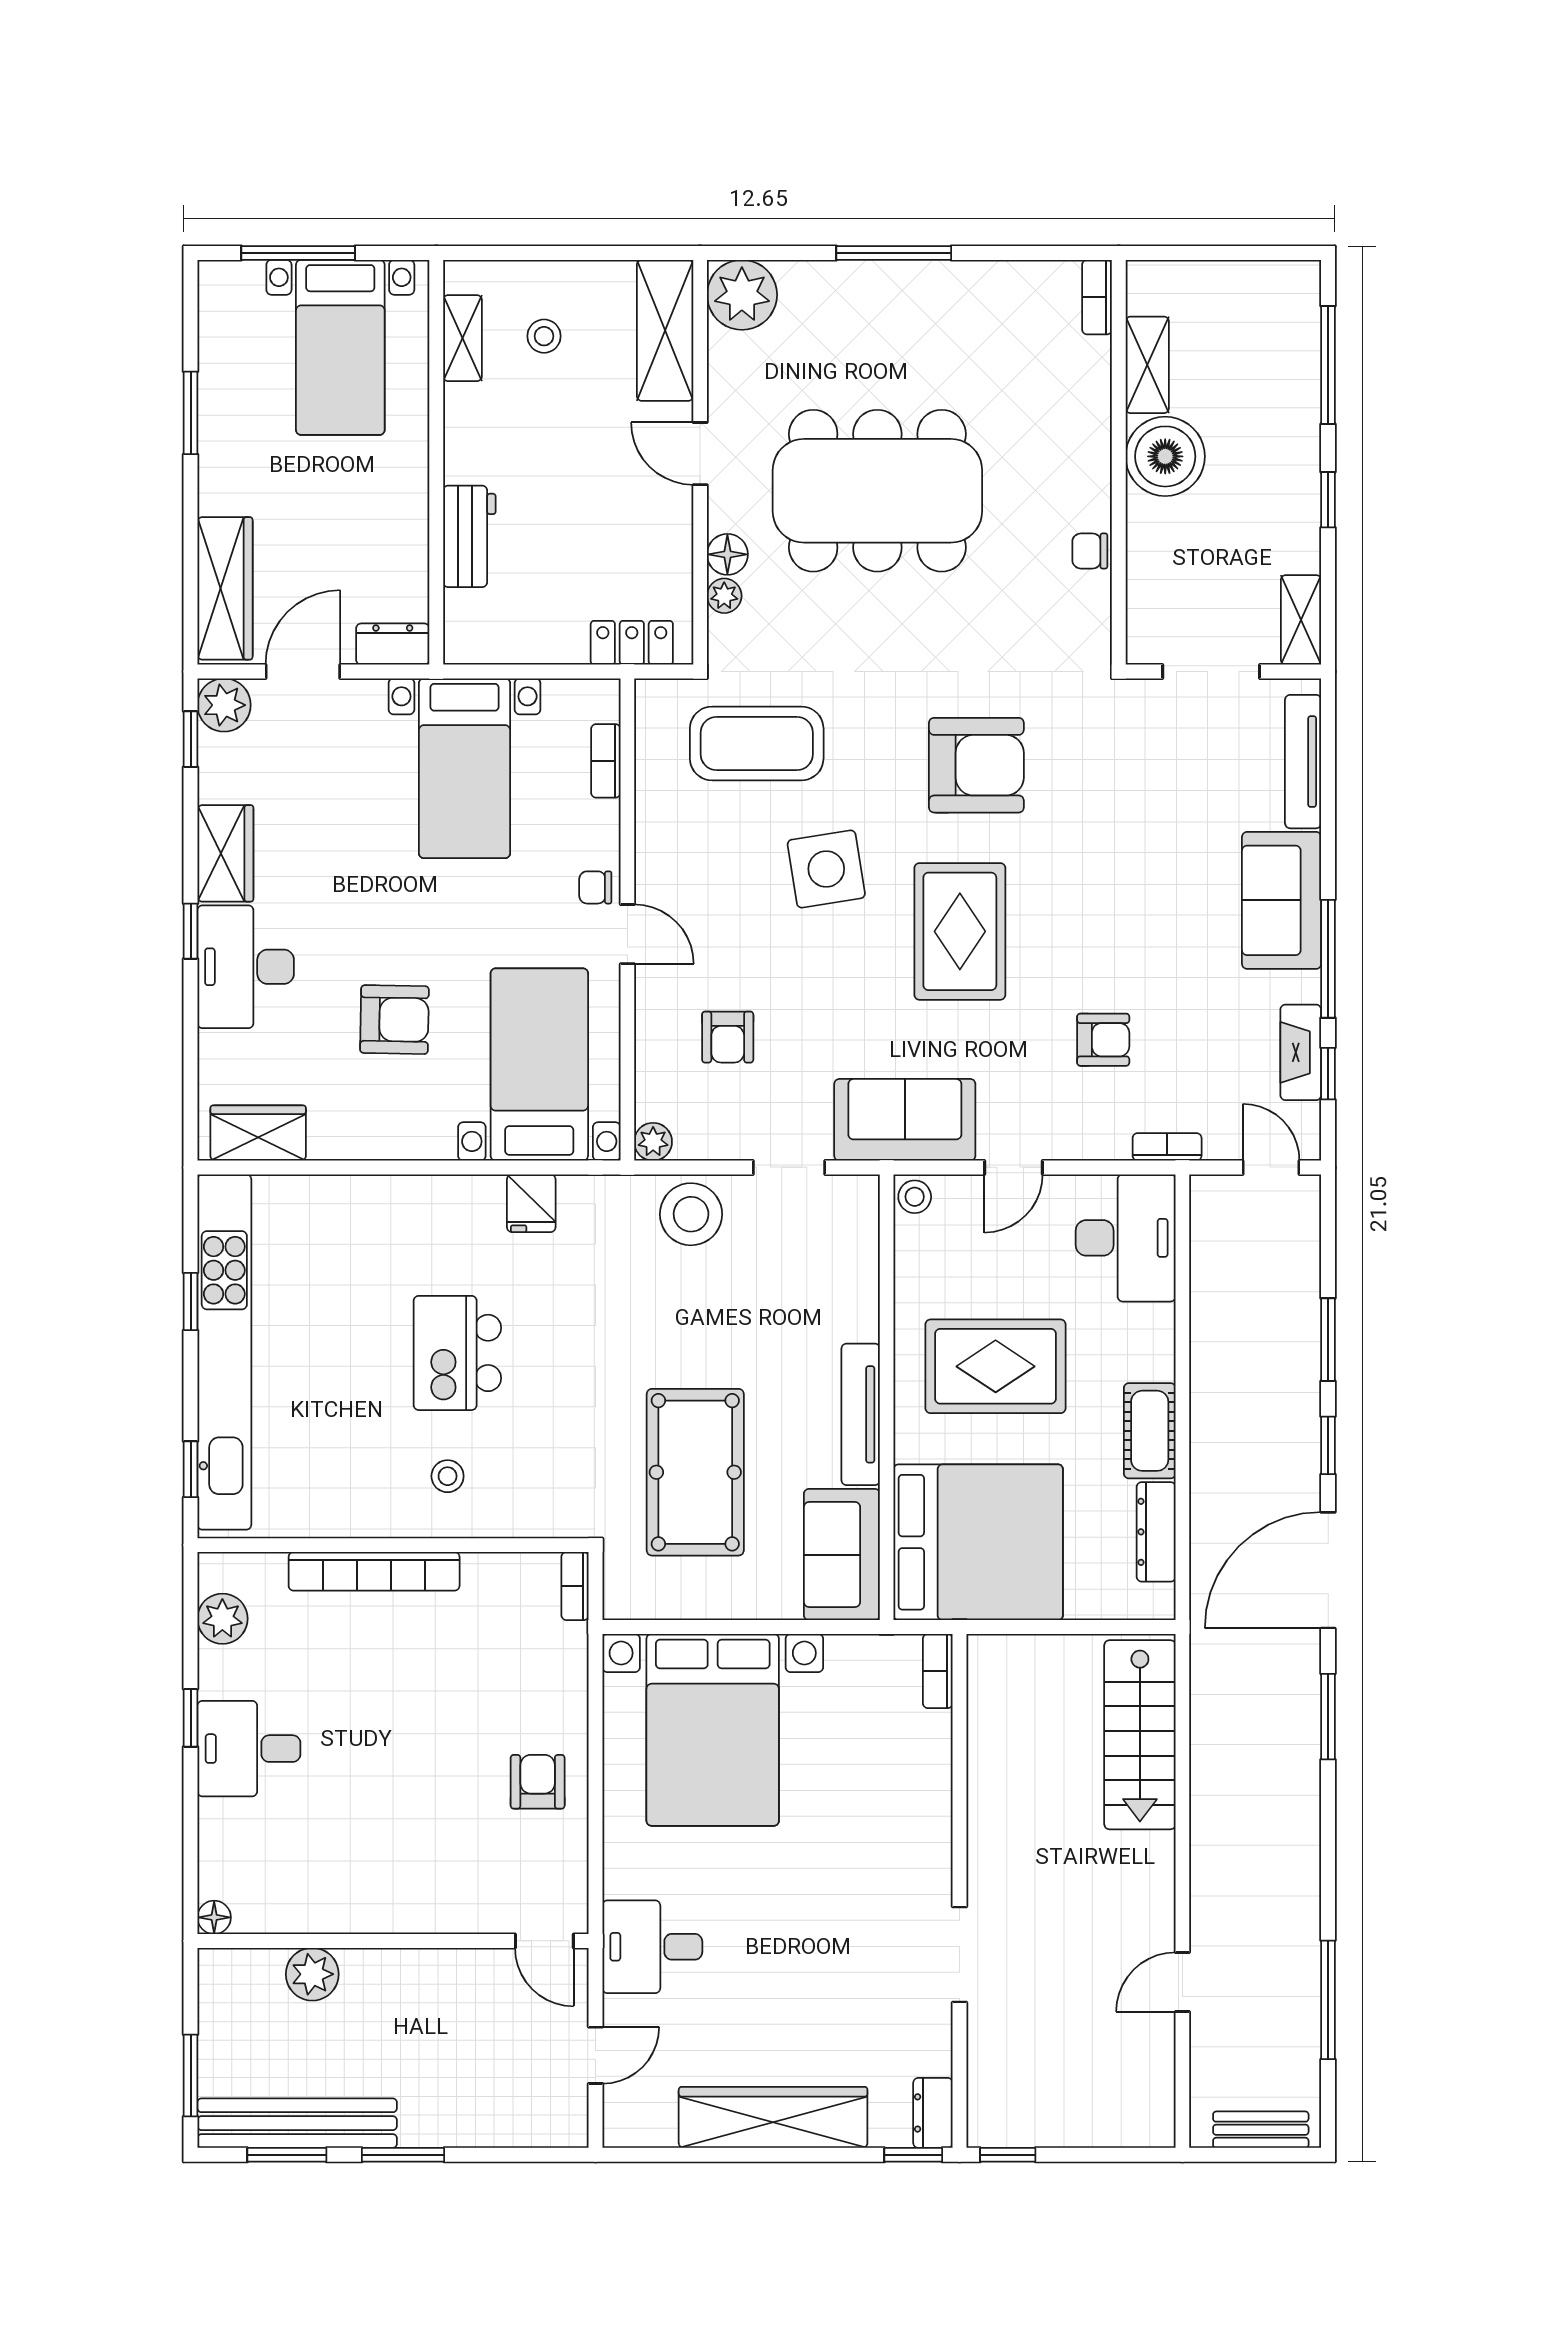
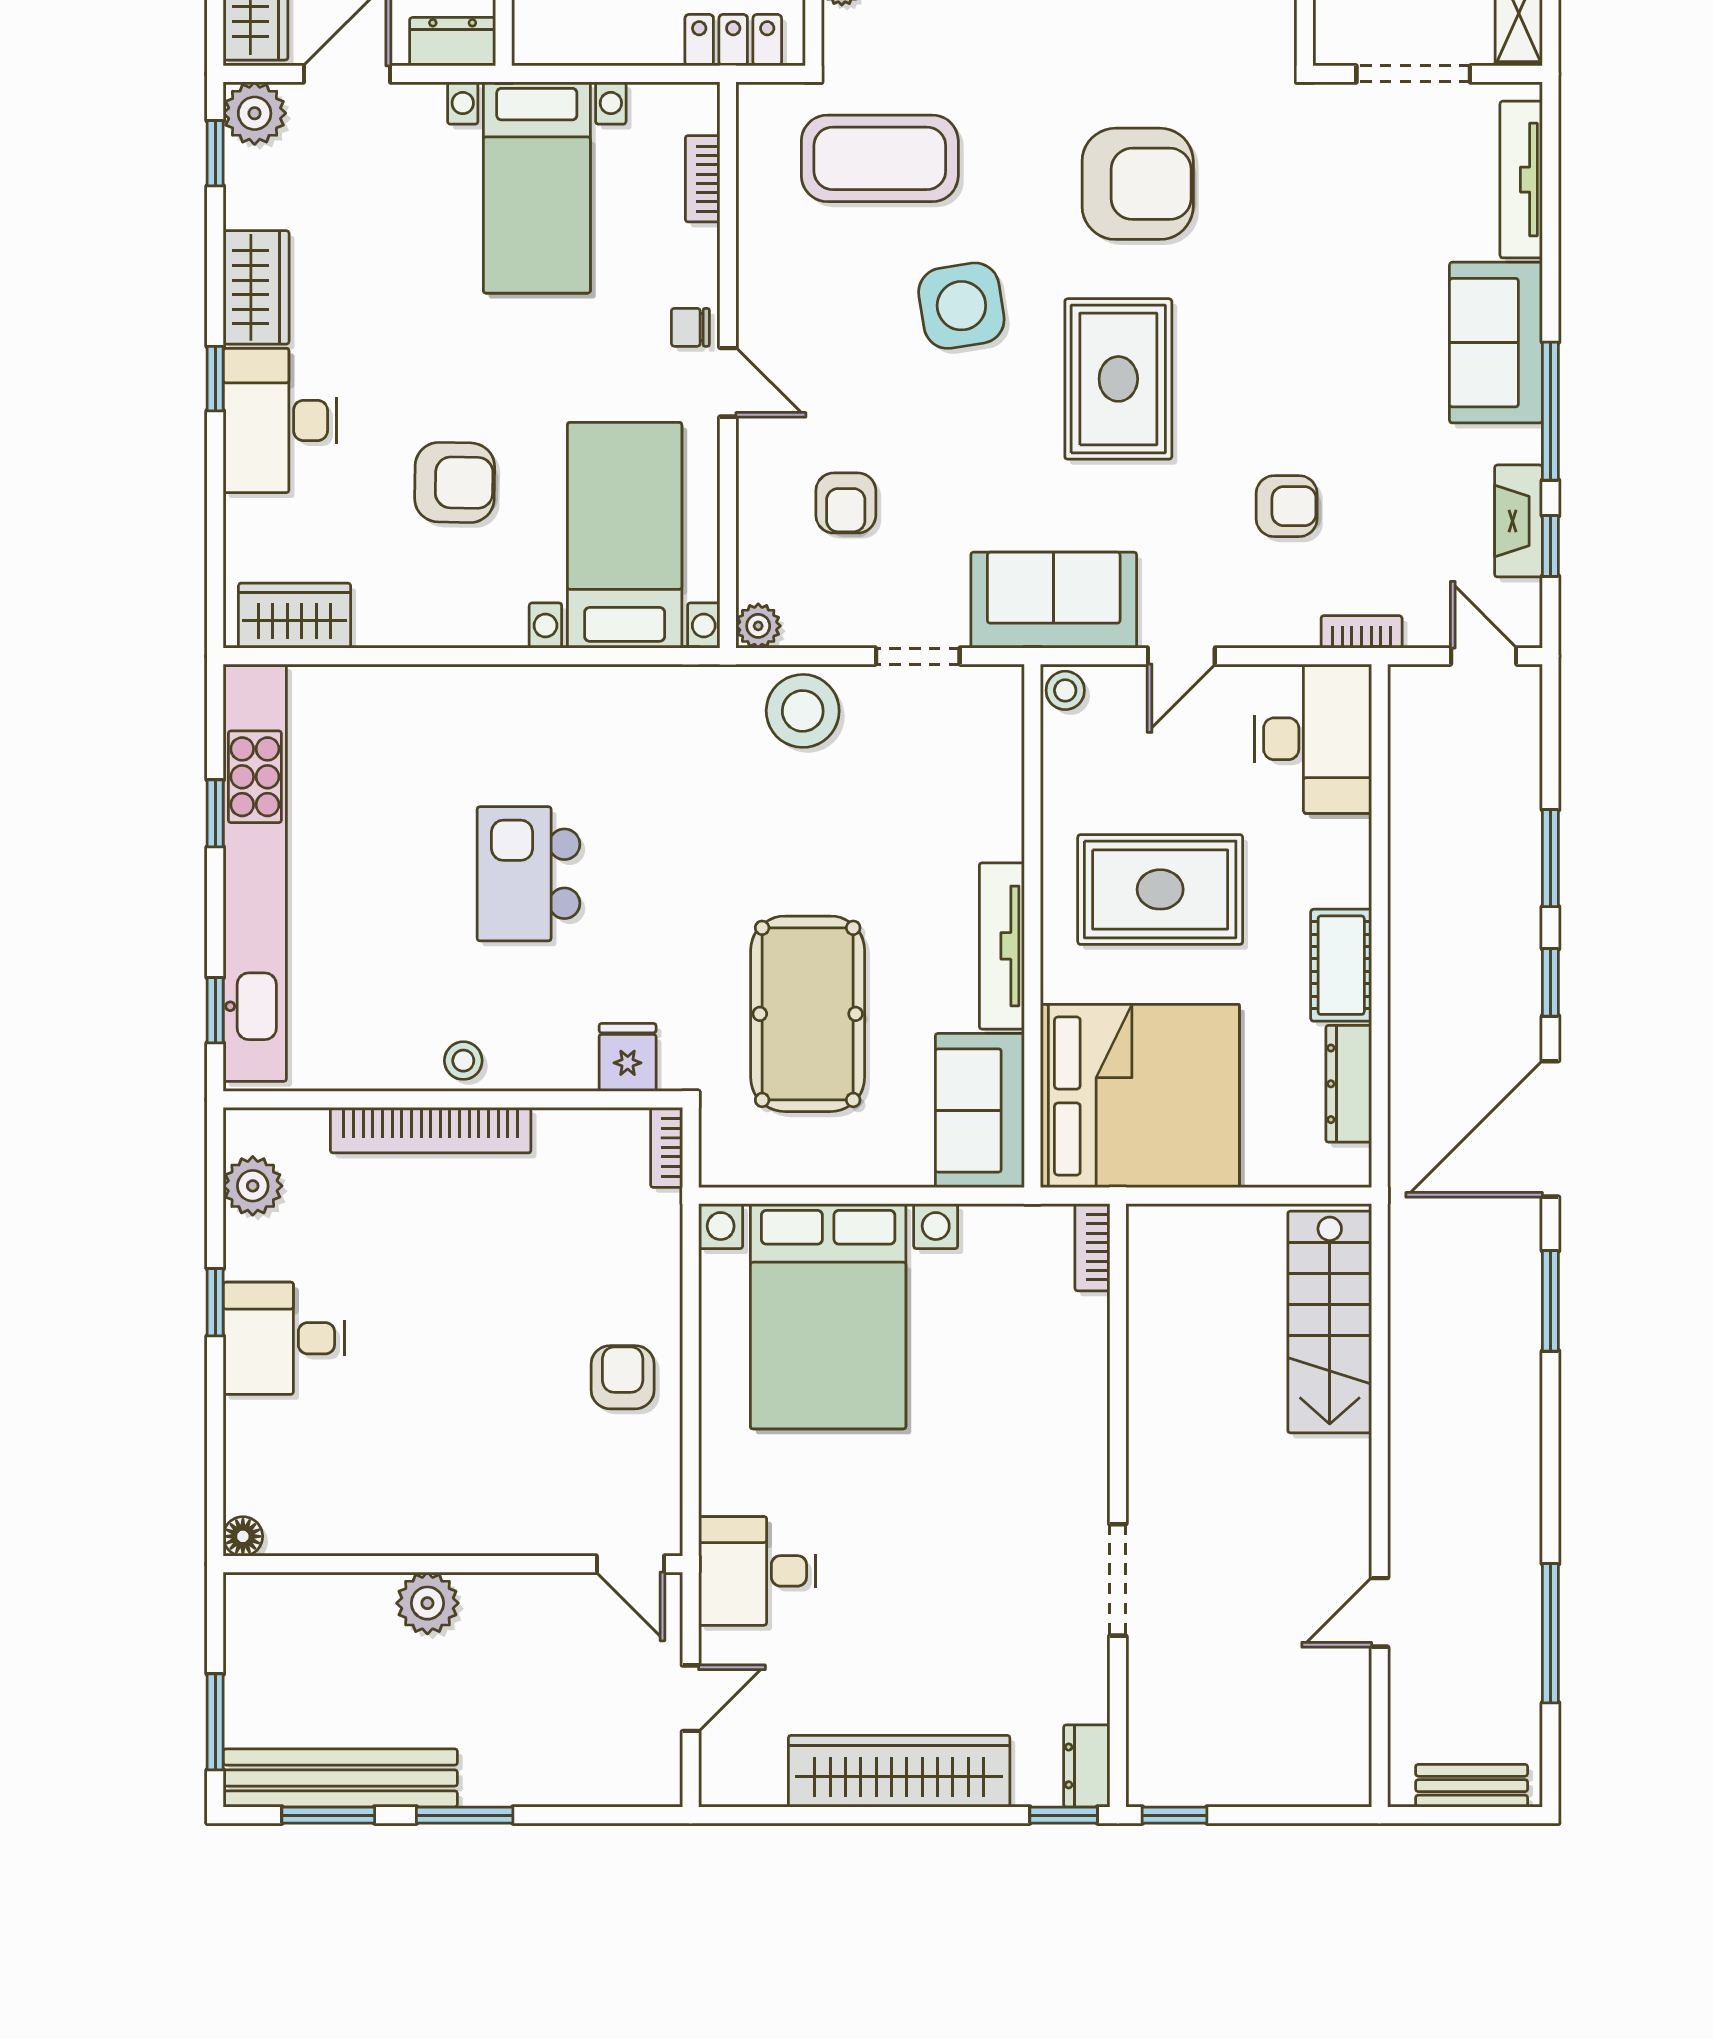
fridge: (531, 1203) -> (628, 1057), moved, turned 180
stool: (448, 1476) -> (463, 1061), moved
plant: (312, 1974) -> (427, 1603), moved

